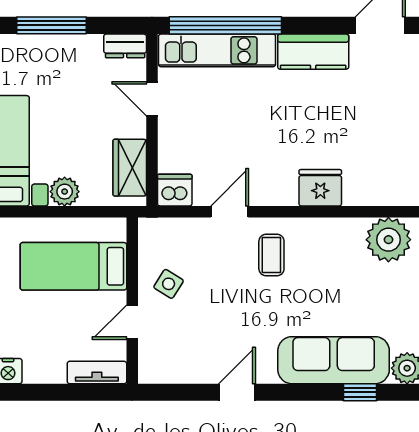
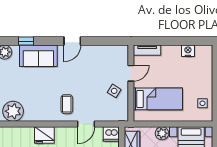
sofa: (334, 360) -> (38, 56), width x0.73
door: (237, 392) -> (72, 41), moved

